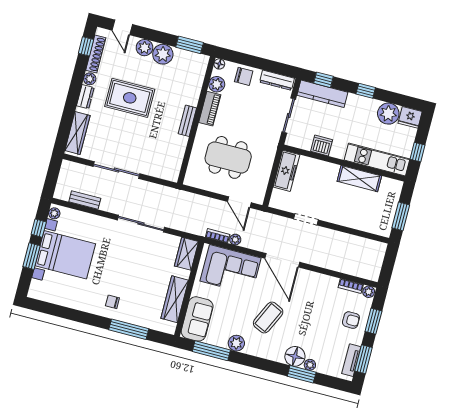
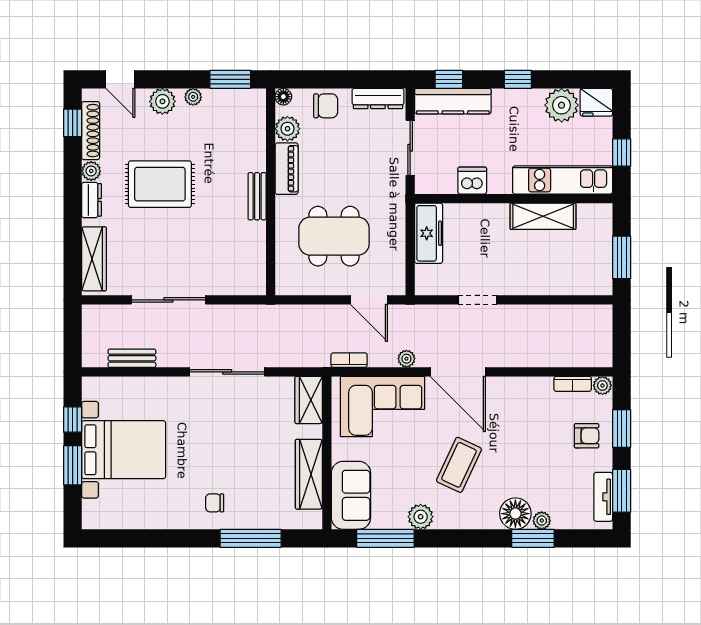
plant: (163, 54) -> (193, 97), width x0.53, depth x0.53
plant: (54, 213) -> (90, 391), removed
plant: (235, 240) -> (406, 359), moved

